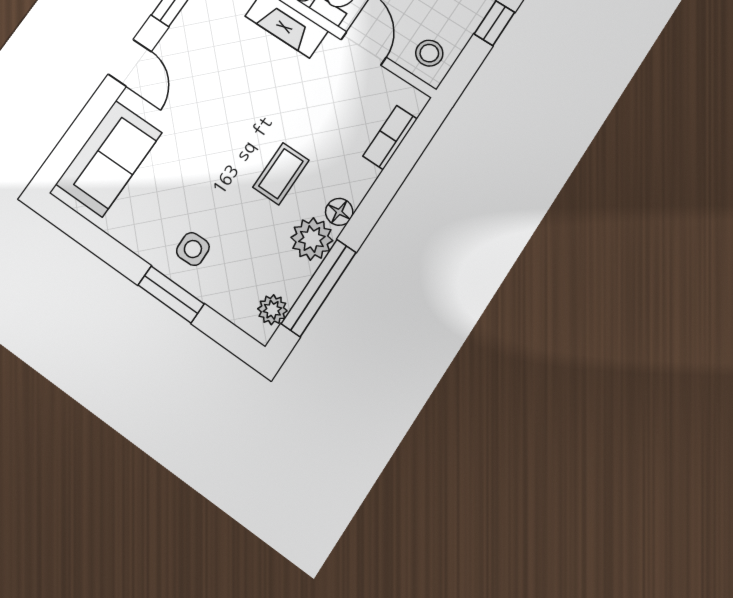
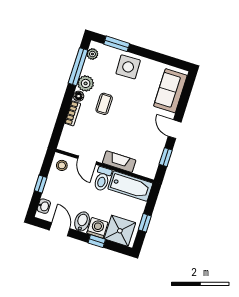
bookcase: (390, 137) -> (73, 113), moved
side table: (193, 249) -> (128, 67), width x1.87, depth x1.87
window: (171, 294) -> (117, 44), moved

